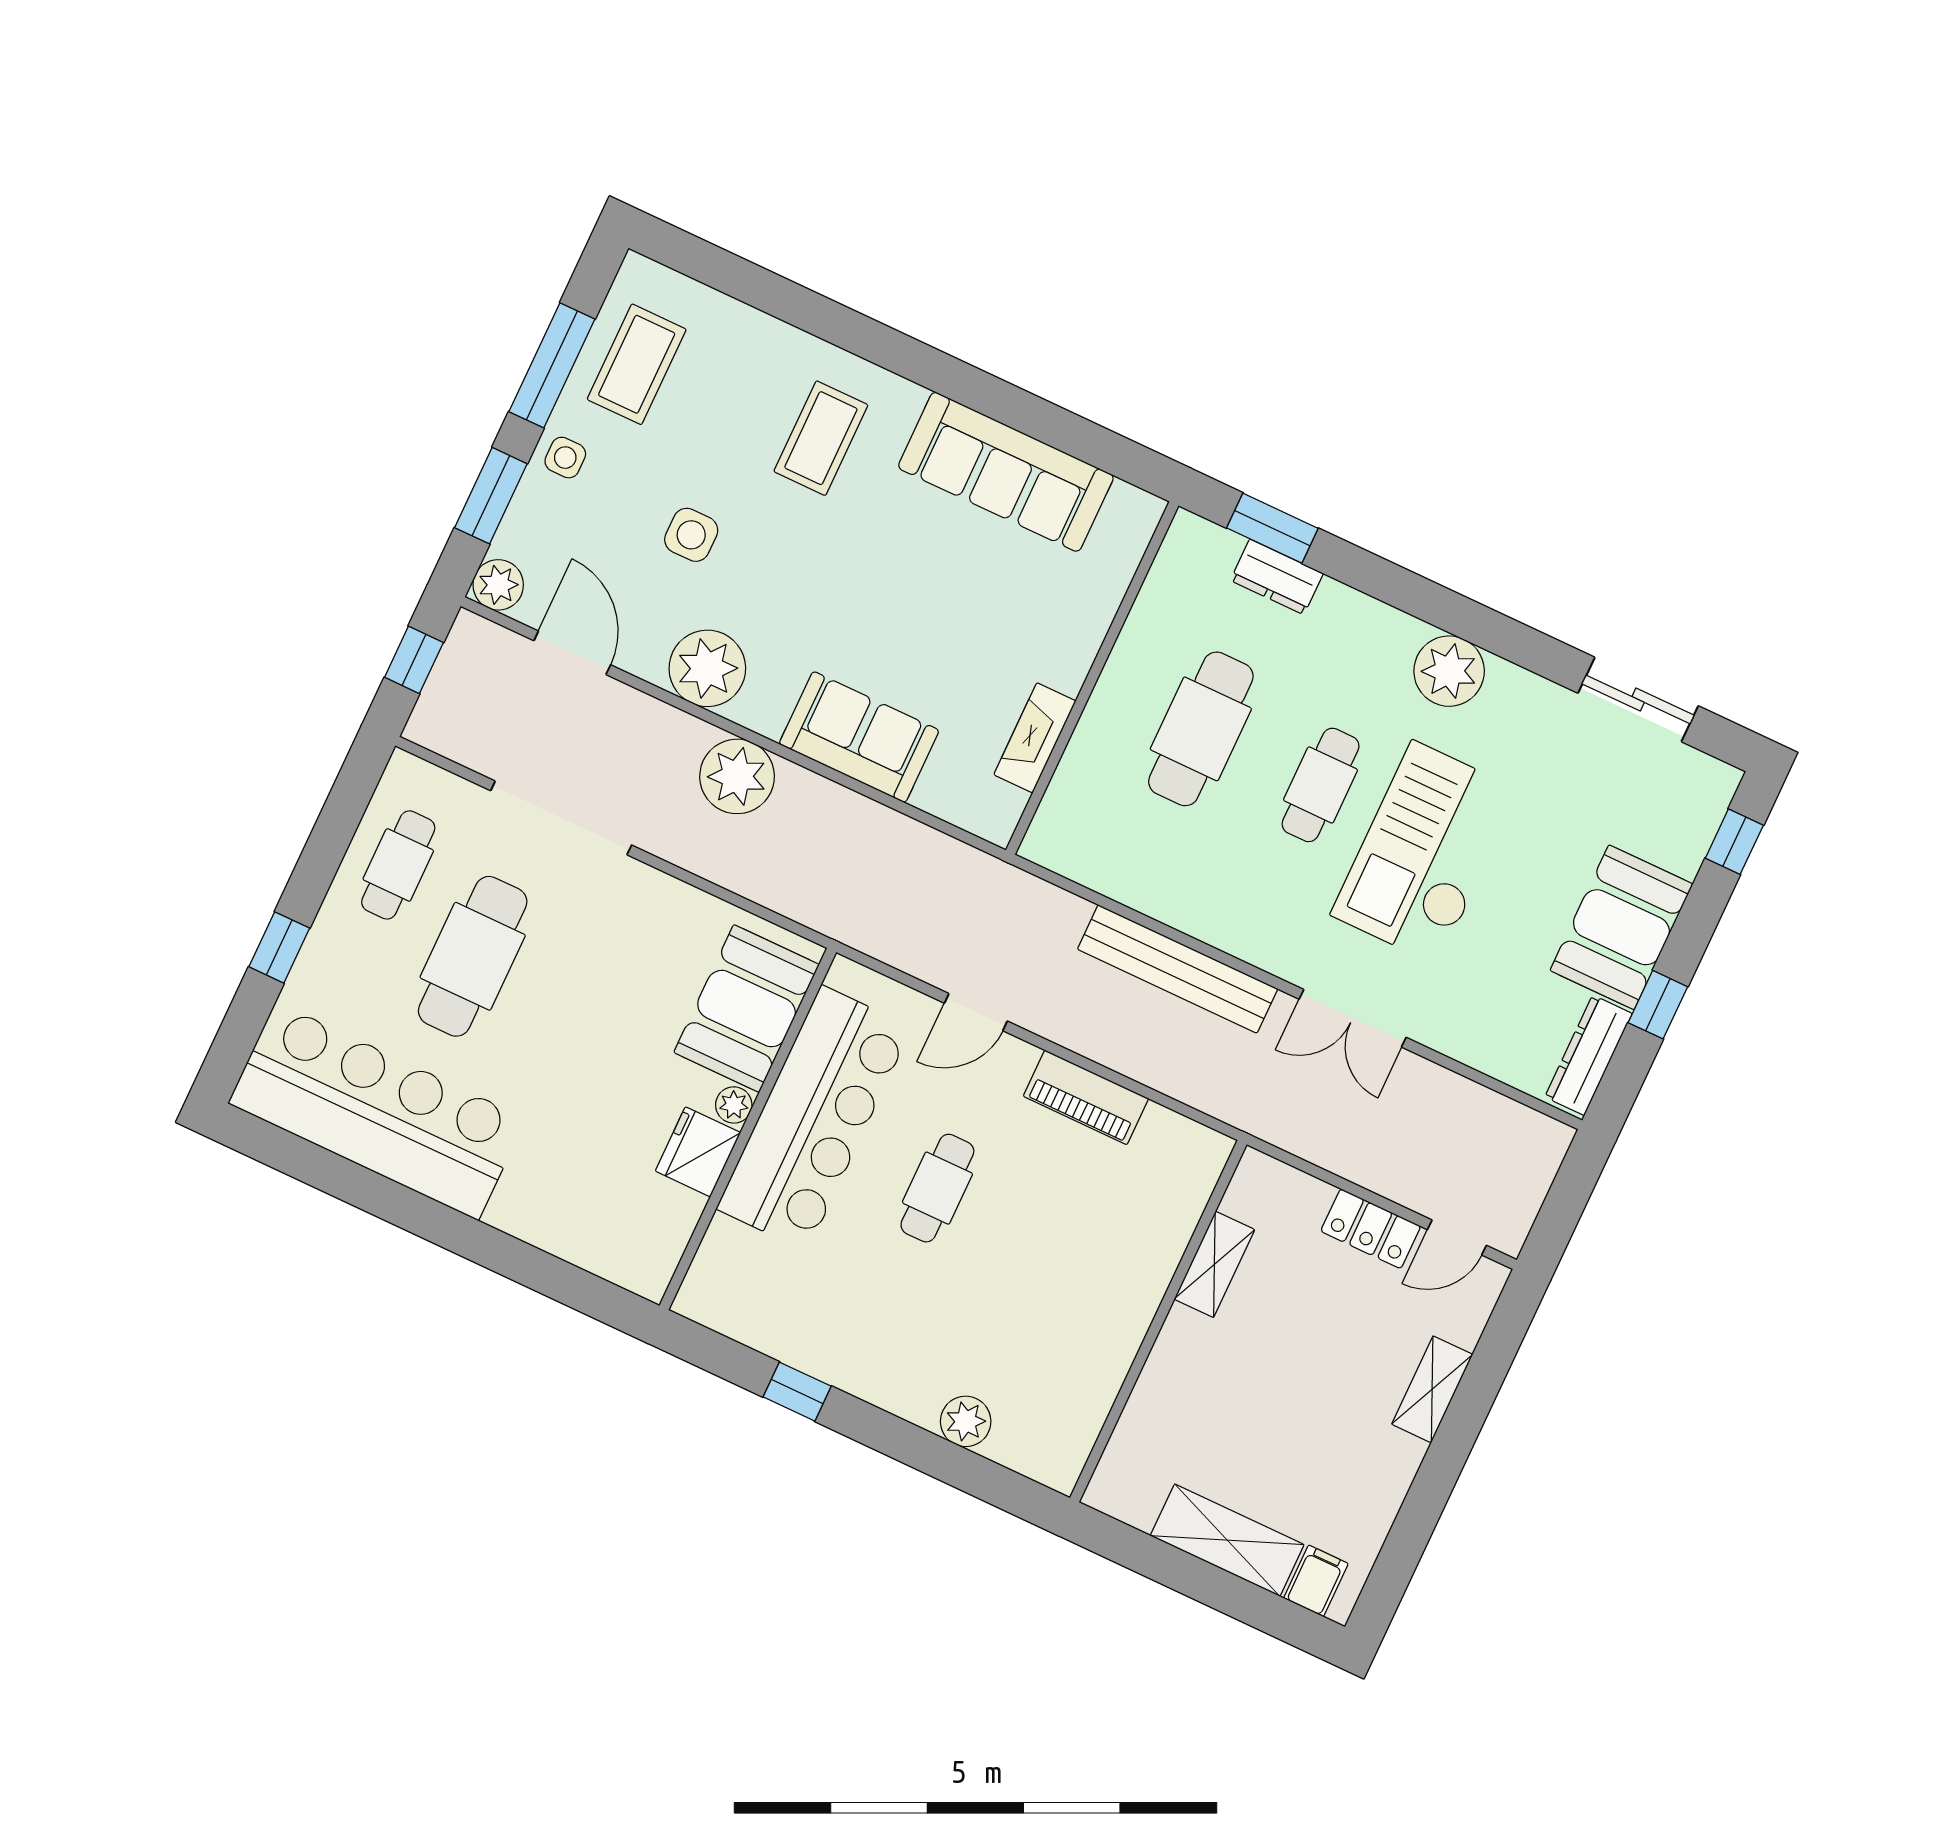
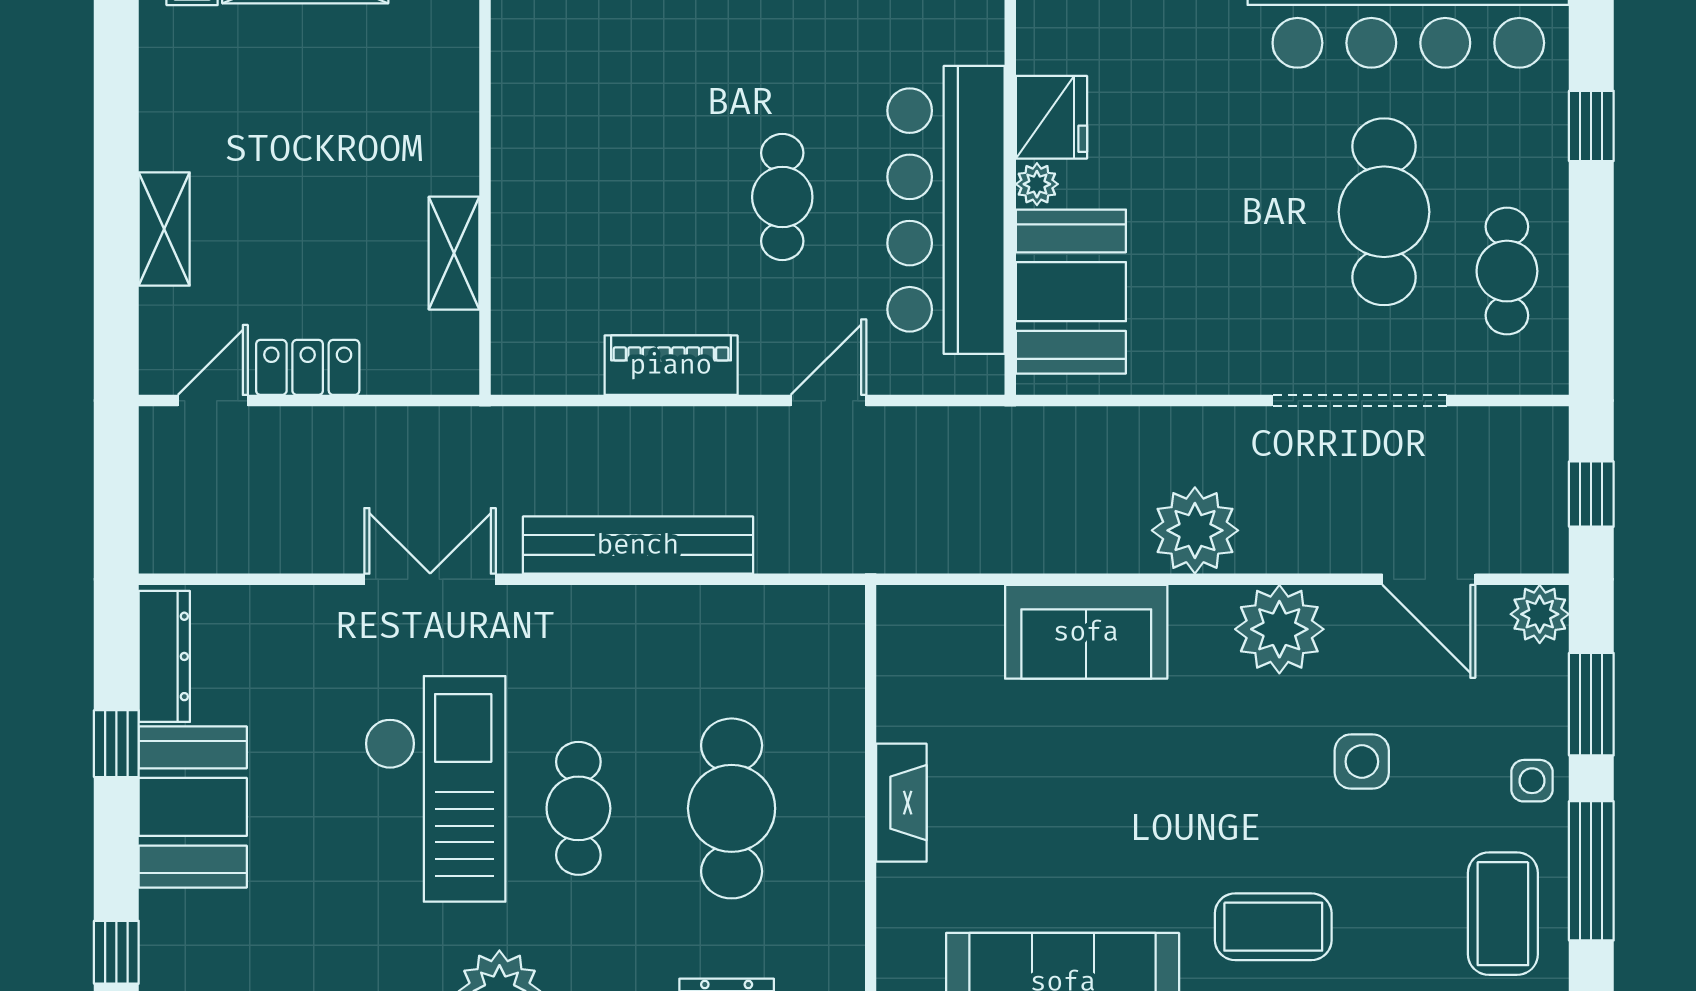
coffee table: (821, 438) -> (1273, 927), turned 90
fireplace: (1035, 738) -> (901, 803), moved

